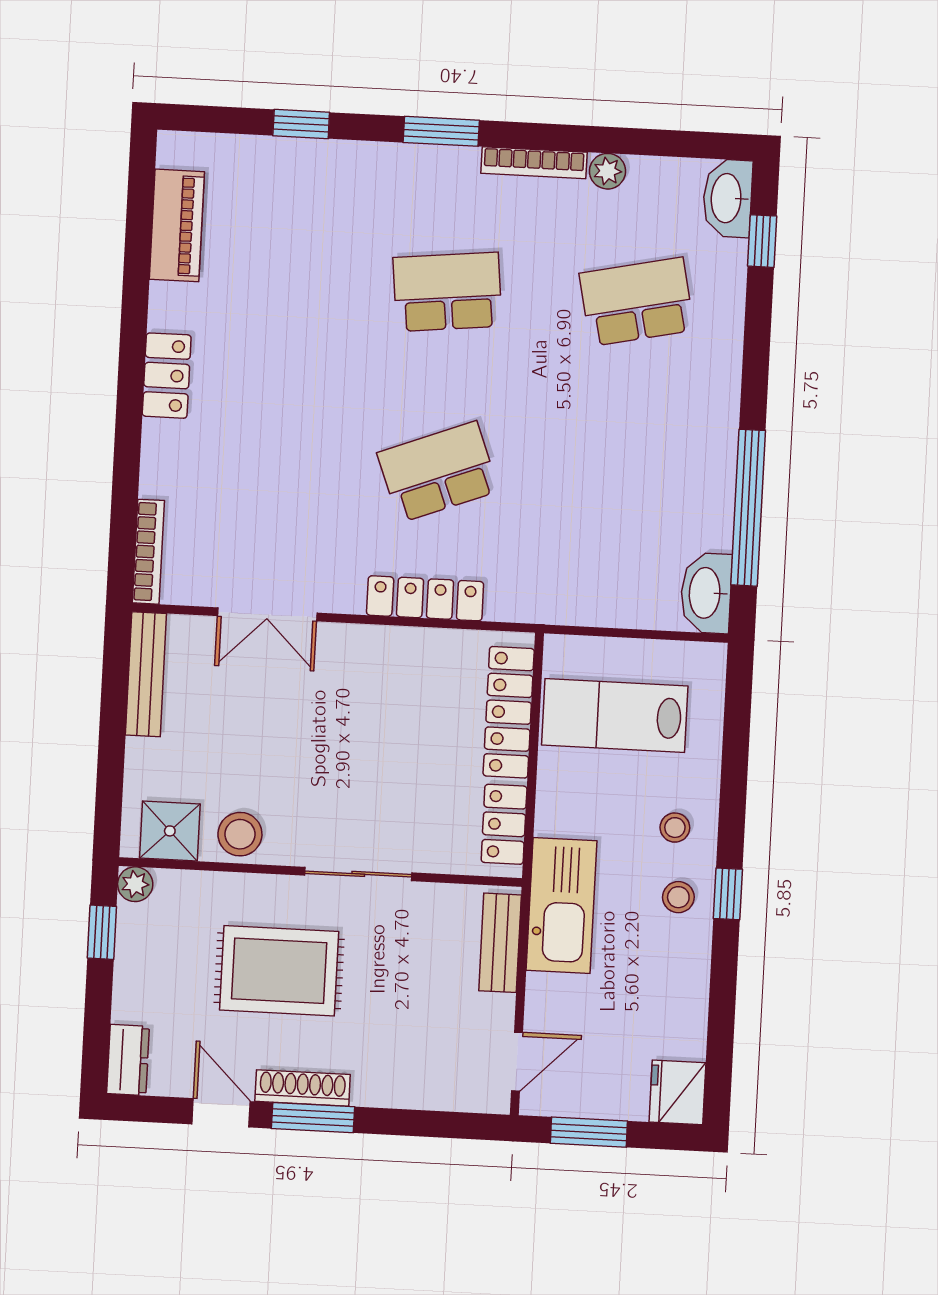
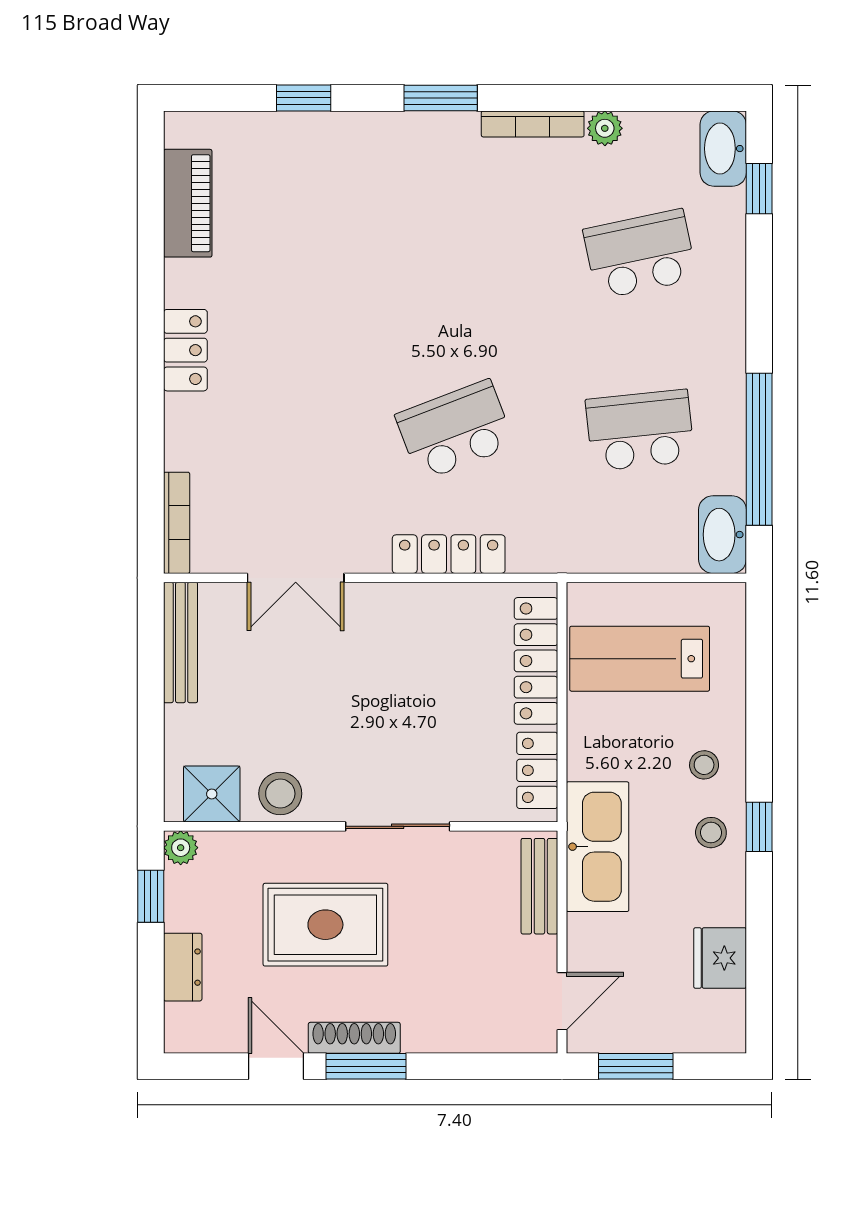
school desk: (447, 292) -> (640, 430), moved
dresser: (128, 1060) -> (183, 967), moved
fridge: (677, 1092) -> (720, 958), moved

